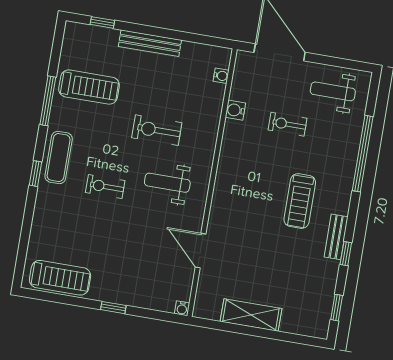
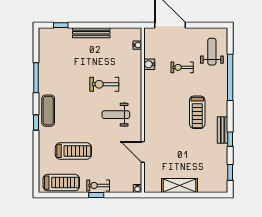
treadmill: (89, 87) -> (73, 151), moved
weight bench: (333, 91) -> (212, 52), moved, turned 90
exercise bike: (105, 187) -> (98, 185), moved

